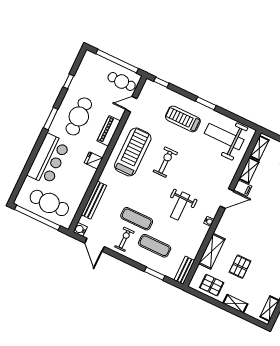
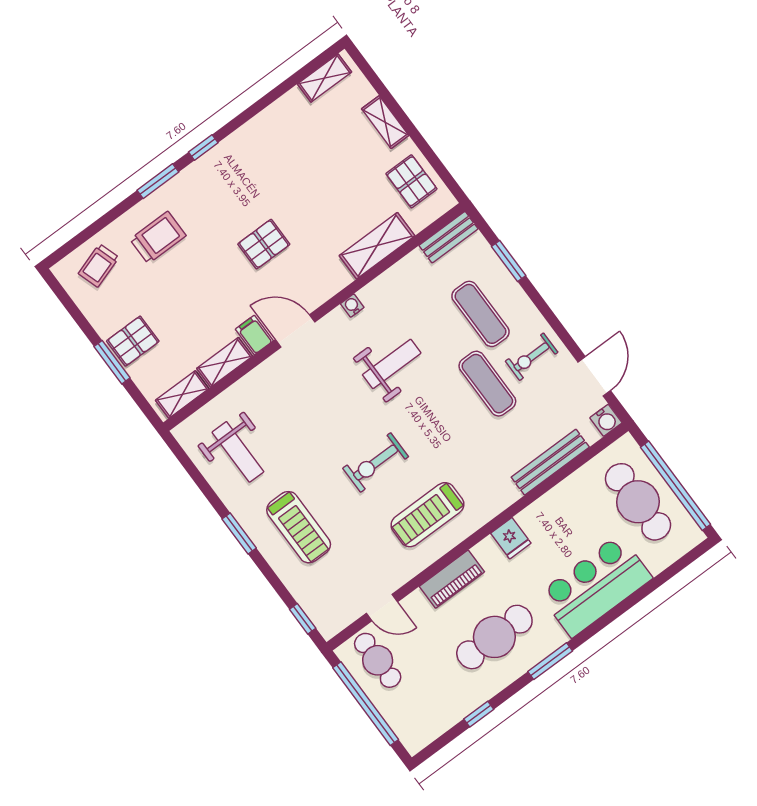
weight bench: (224, 137) -> (238, 452), width x0.73, depth x0.75
treadmill: (133, 152) -> (427, 515), width x0.73, depth x0.73
pallet: (240, 267) -> (264, 244), moved

